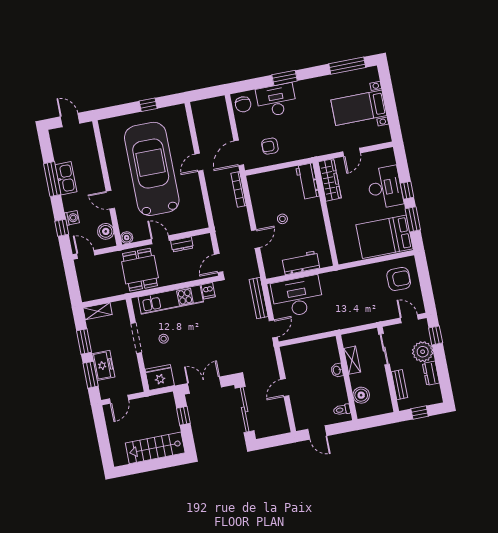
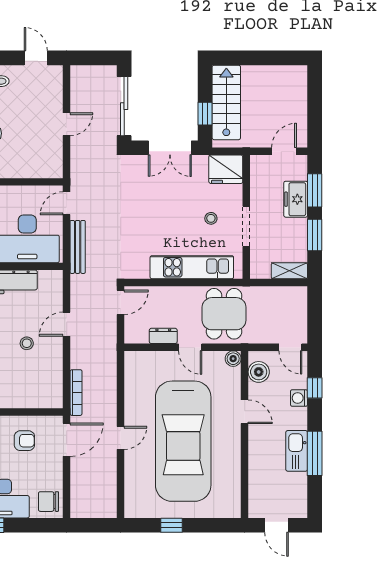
chair: (243, 104) -> (48, 502), turned -90
dishwasher: (208, 291) -> (141, 269), removed
stairs: (155, 448) -> (226, 102), moved, turned -90

